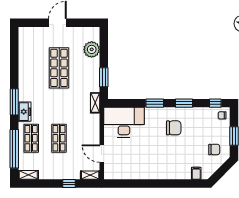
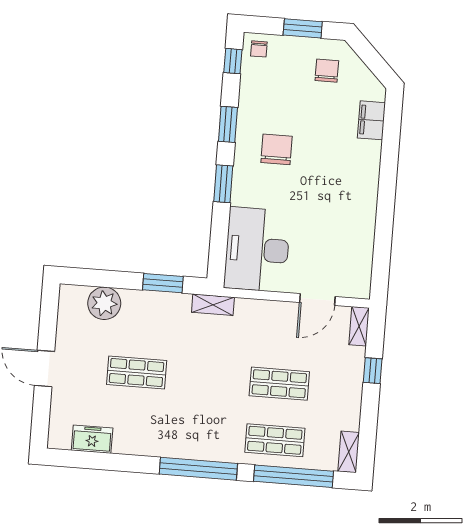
shop shelf: (59, 68) -> (137, 372), width x0.70, depth x0.74
window: (14, 102) -> (198, 469), width x1.46
freezer: (25, 112) -> (92, 439), moved
filing cabinet: (196, 173) -> (371, 120), width x2.00

